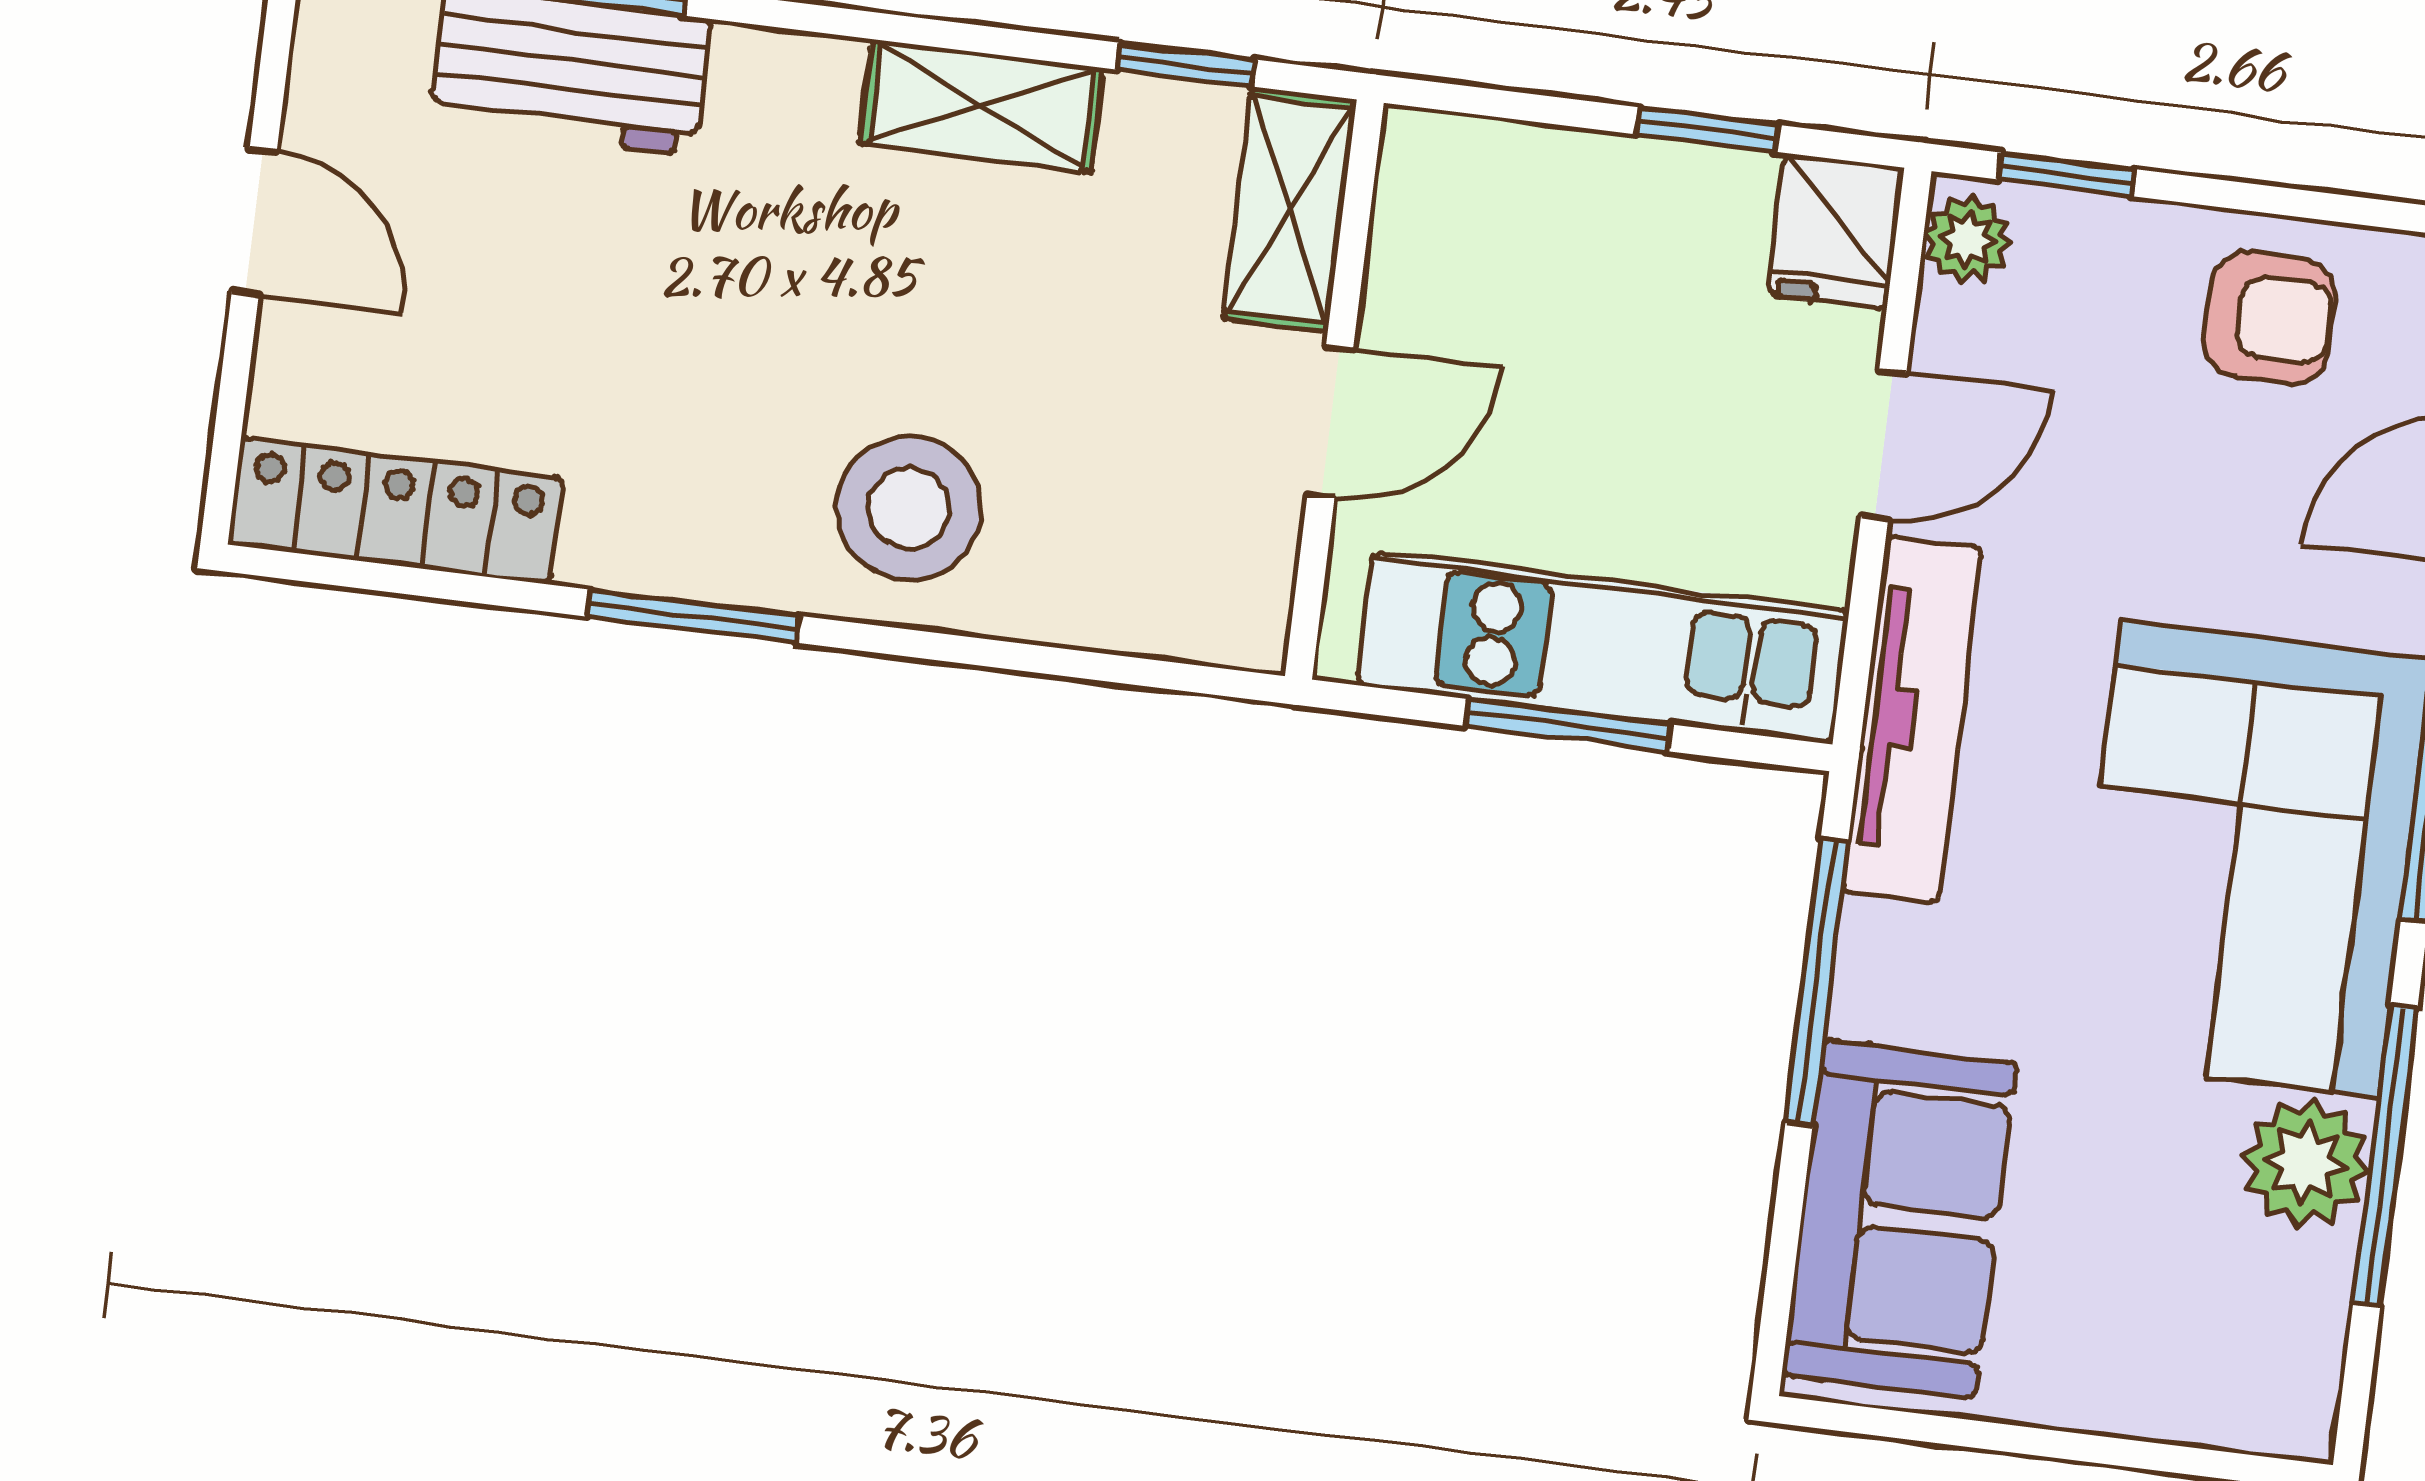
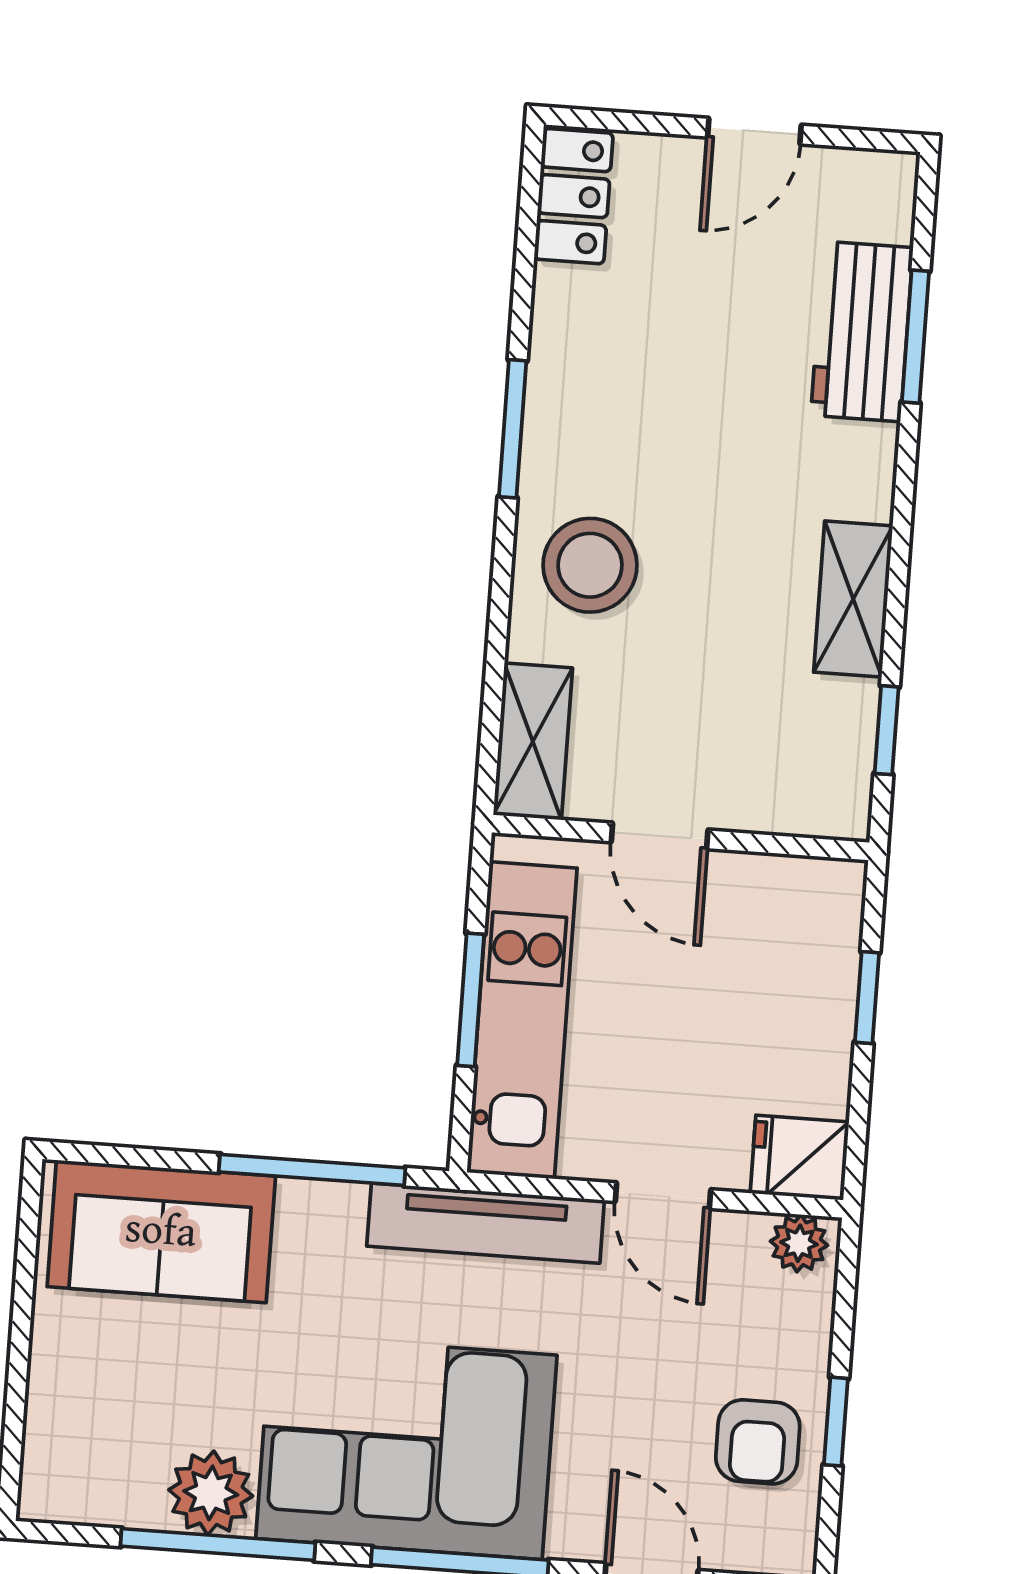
window: (1707, 130) -> (867, 998), moved
window: (2066, 174) -> (836, 1422), moved
shelving: (1290, 209) -> (533, 741), moved, turned 90
locker: (396, 511) -> (574, 196), width x0.66

